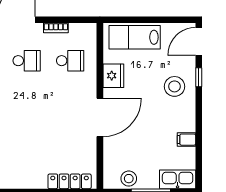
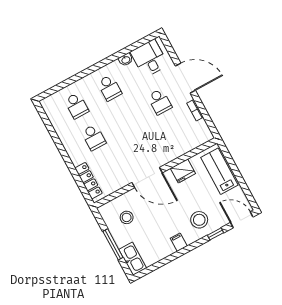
school desk: (70, 61) -> (94, 137), moved
filing cabinet: (186, 140) -> (179, 242), moved
stool: (129, 179) -> (127, 217), moved

